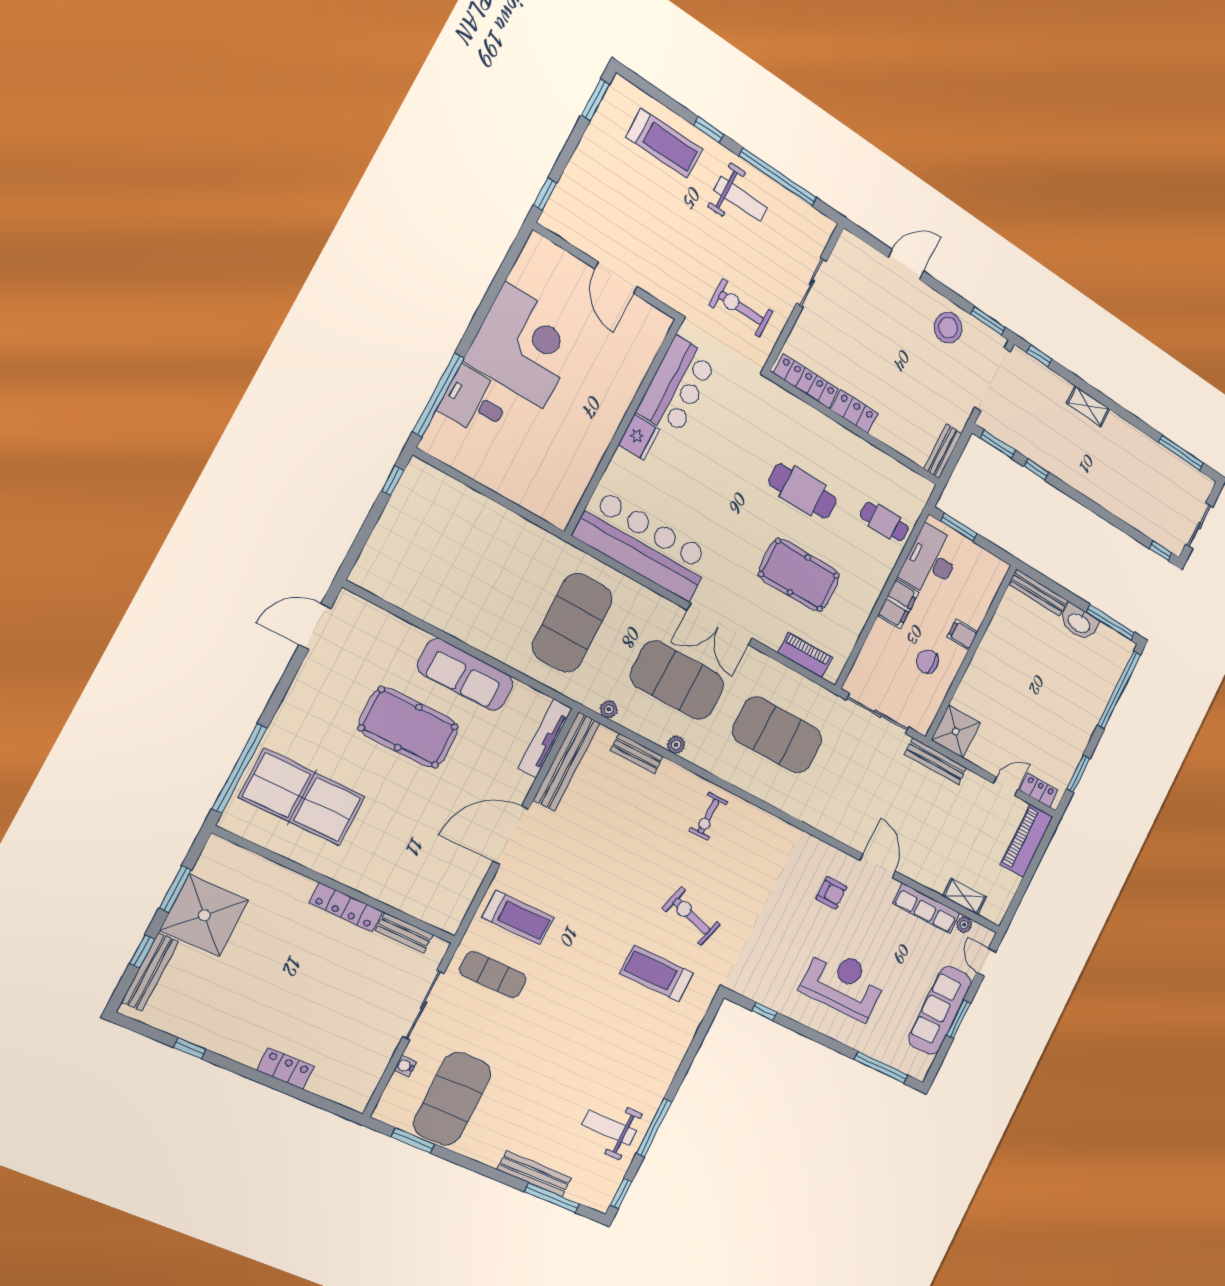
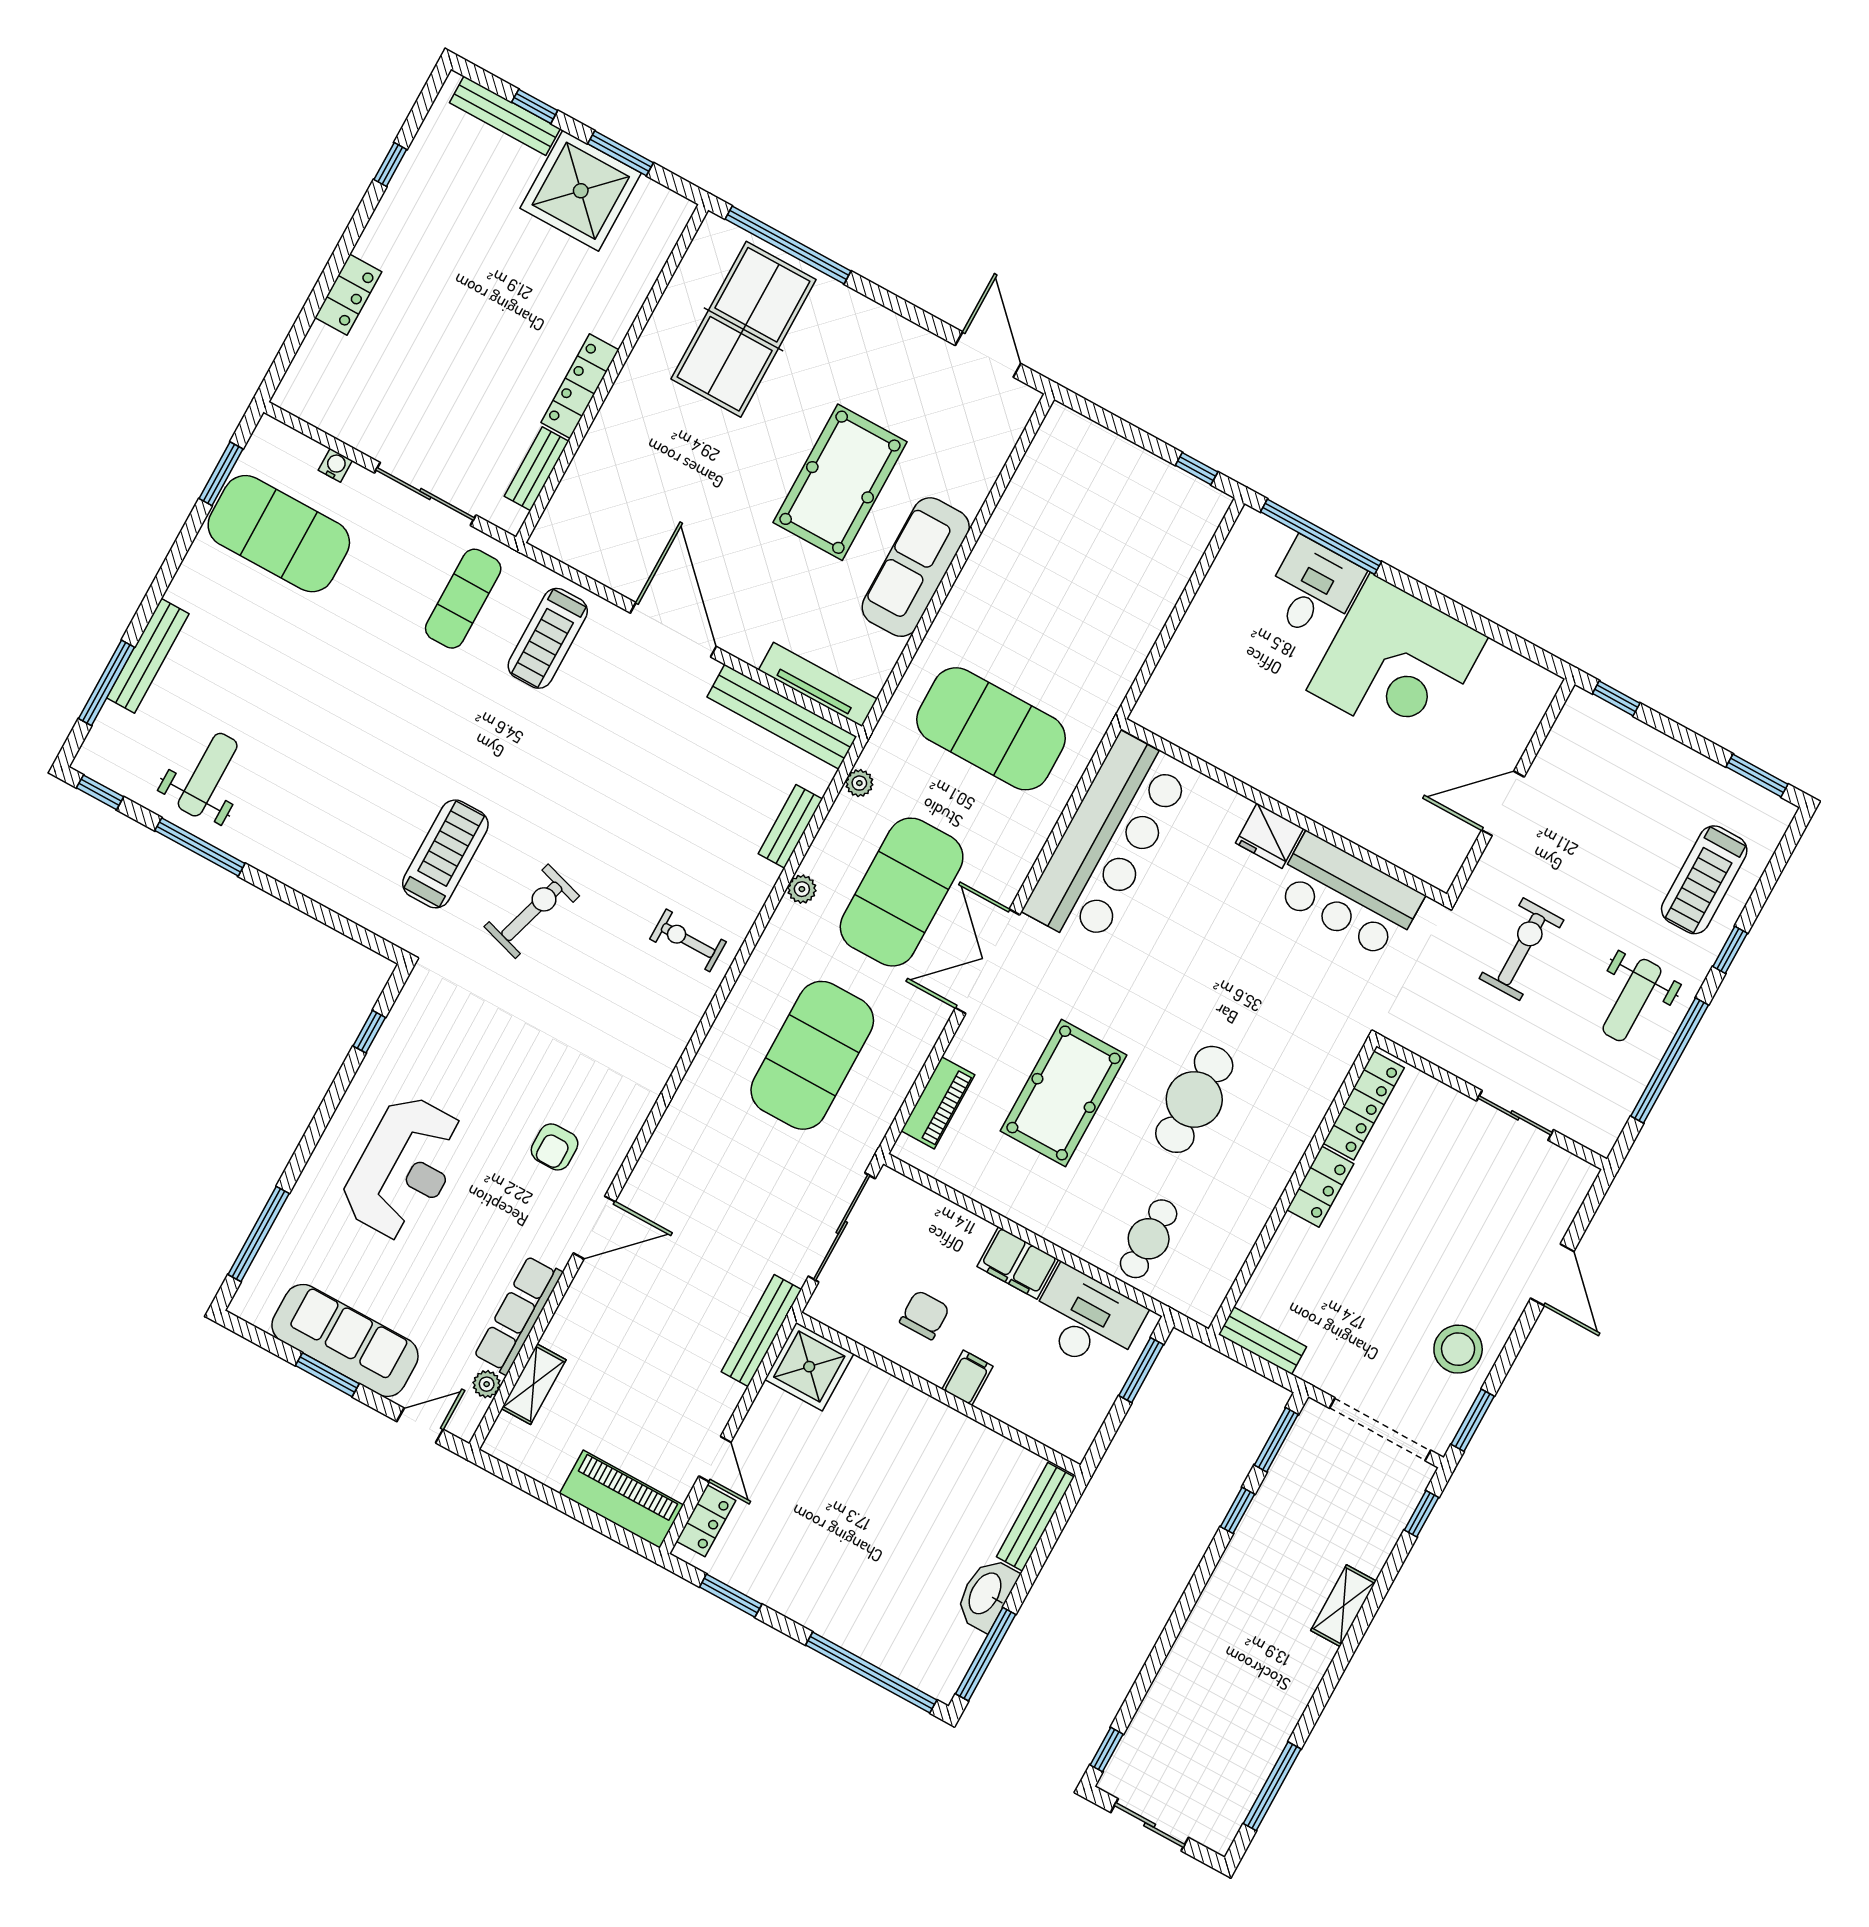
exercise bike: (741, 308) -> (1521, 949), moved

